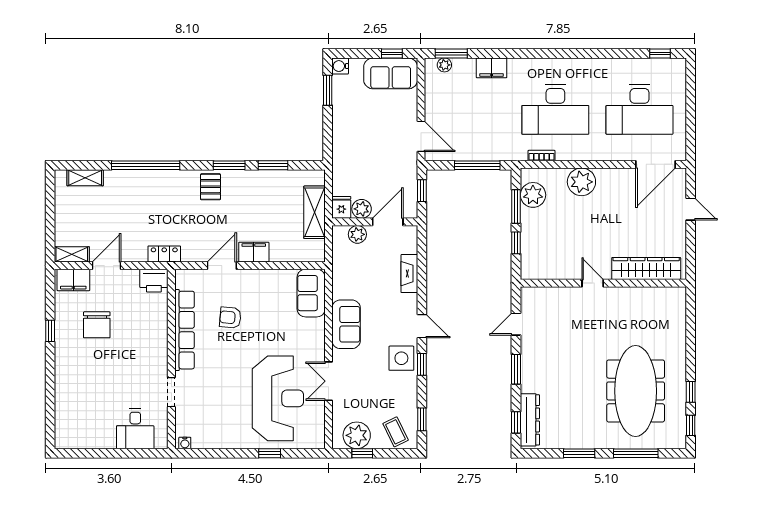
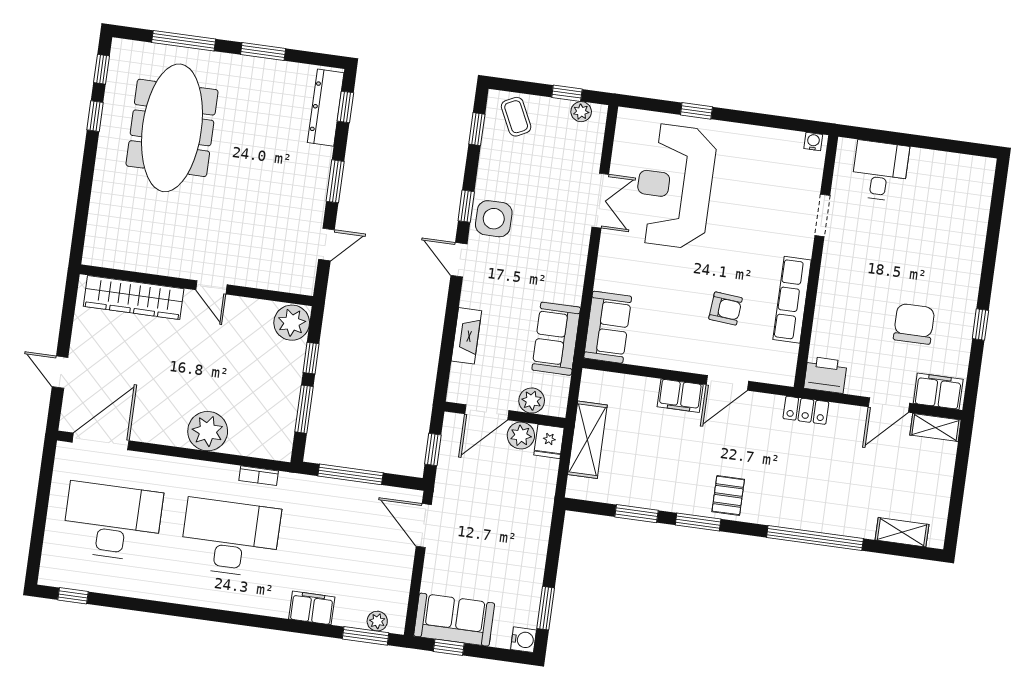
plant: (533, 195) -> (292, 323), moved
sofa: (346, 324) -> (556, 339), moved
row of seats: (185, 330) -> (792, 300), width x0.73
plant: (357, 435) -> (581, 112), width x0.53, depth x0.53

